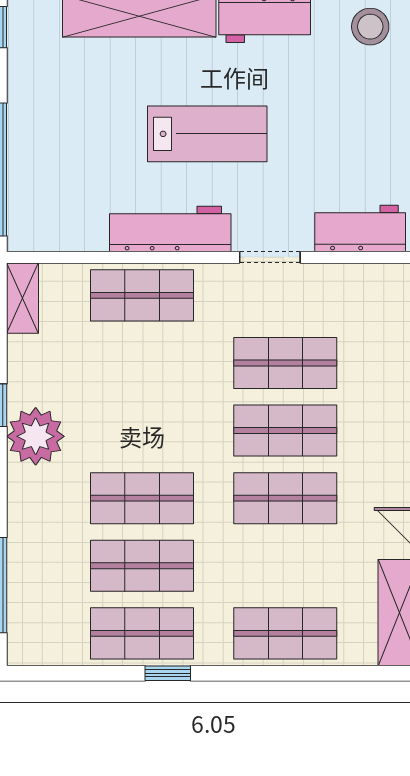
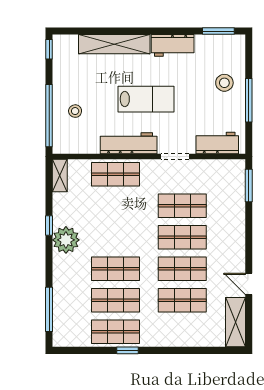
stool: (370, 27) -> (224, 83), moved
stool: (55, 160) -> (75, 111), added
shop shelf: (285, 633) -> (182, 300), moved

